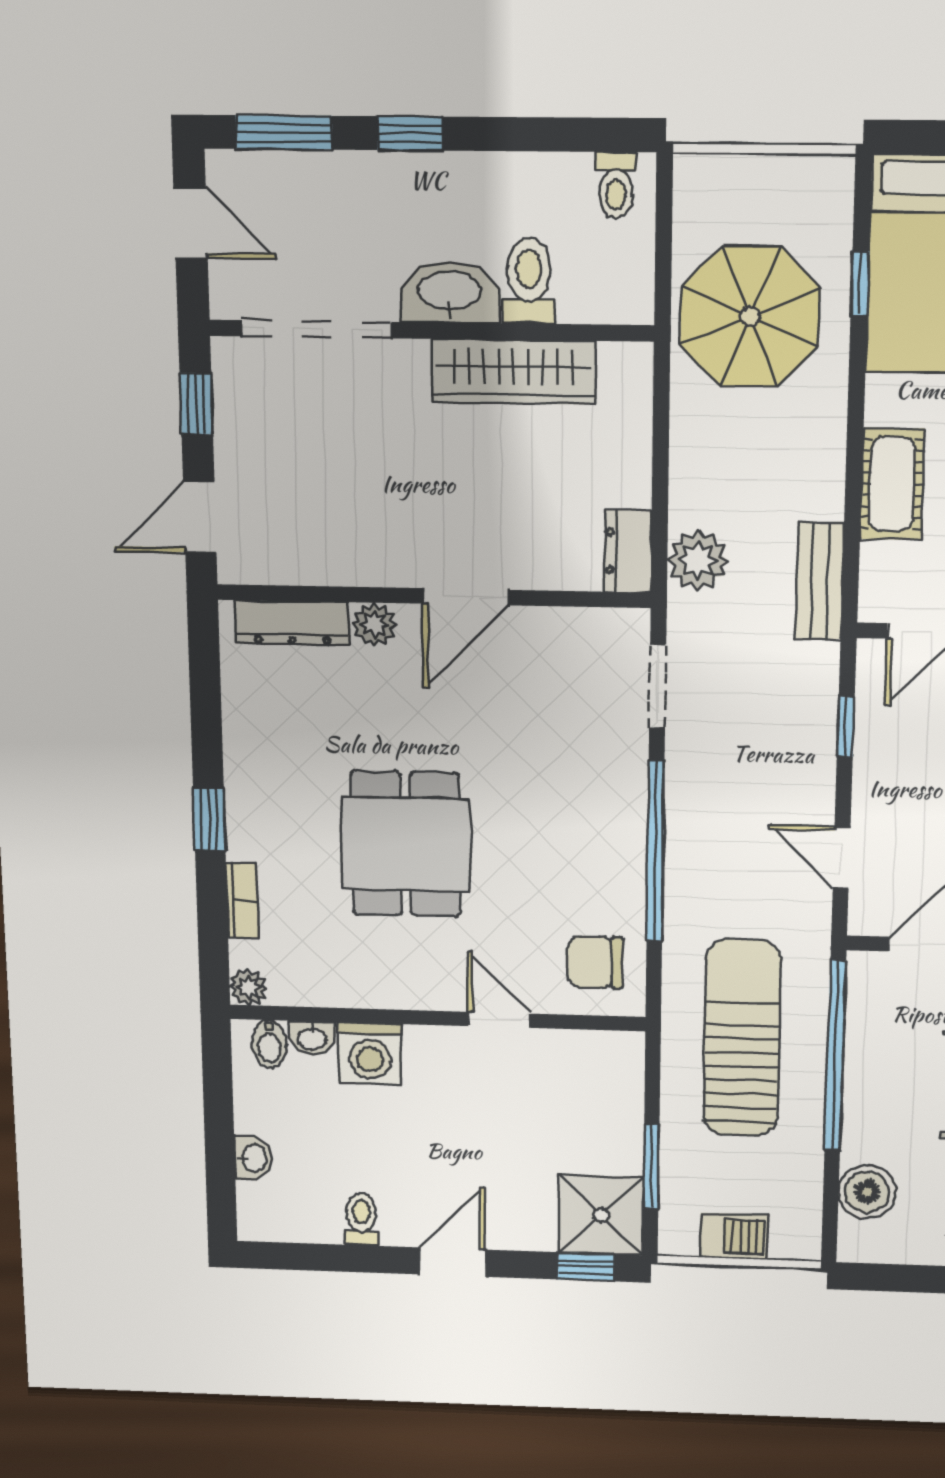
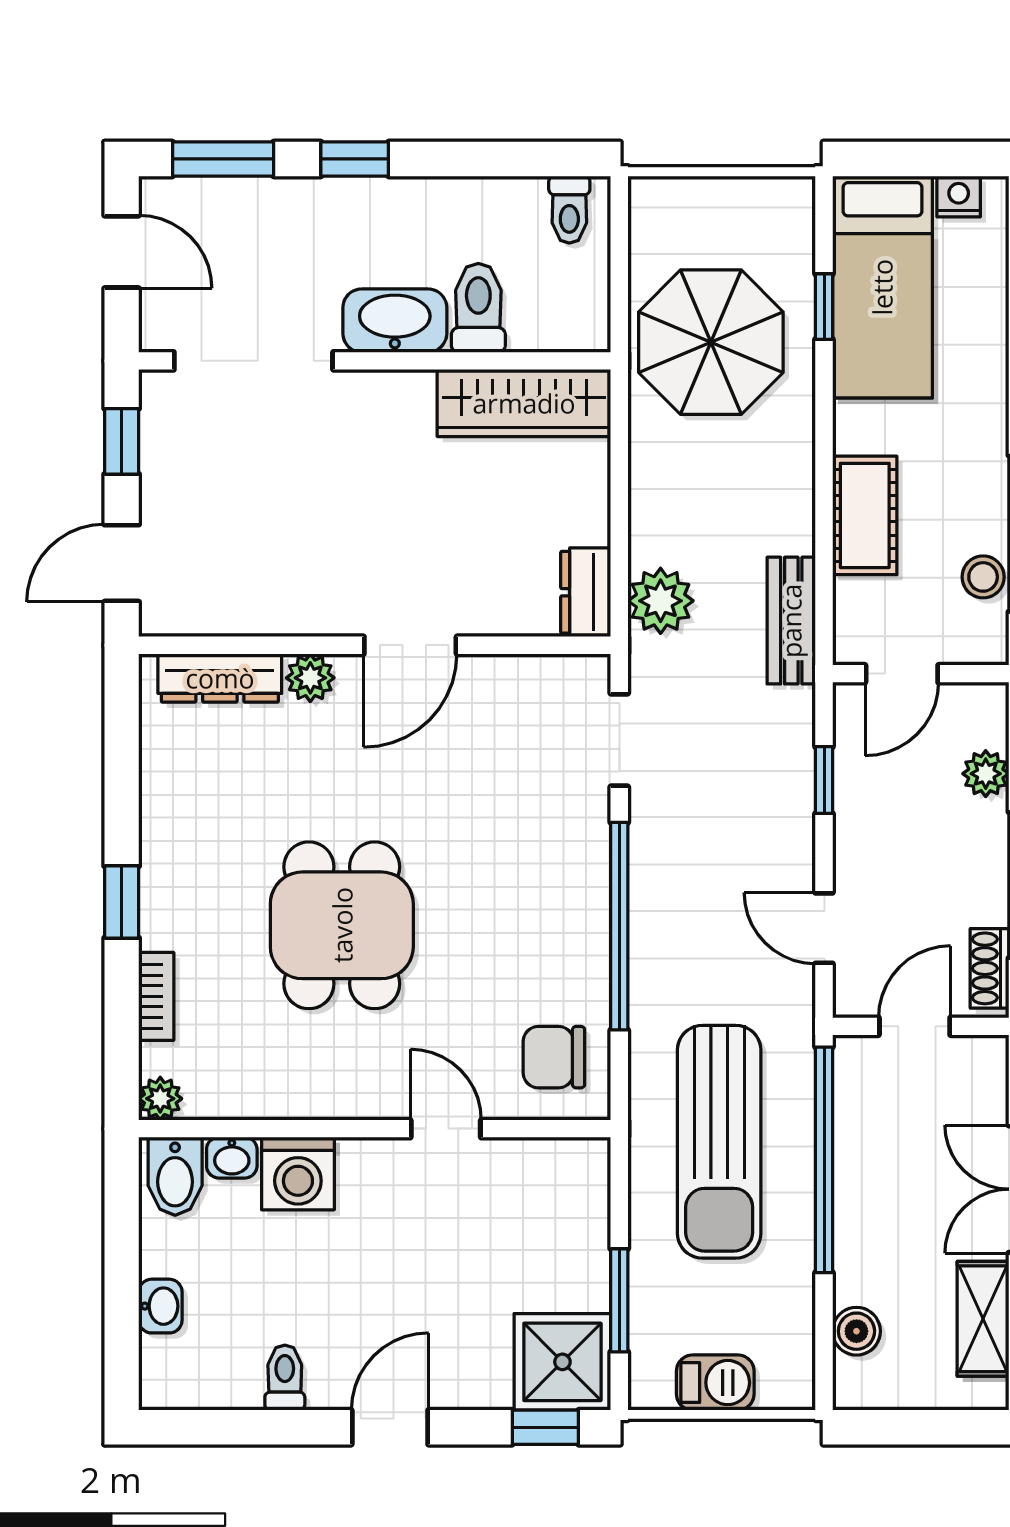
wardrobe: (513, 372) -> (524, 403), moved
sun lounger: (742, 1038) -> (719, 1142), turned 180
bidet: (269, 1044) -> (175, 1176), width x1.38, depth x1.36
boiler: (867, 1192) -> (856, 1331), width x0.73, depth x0.73

